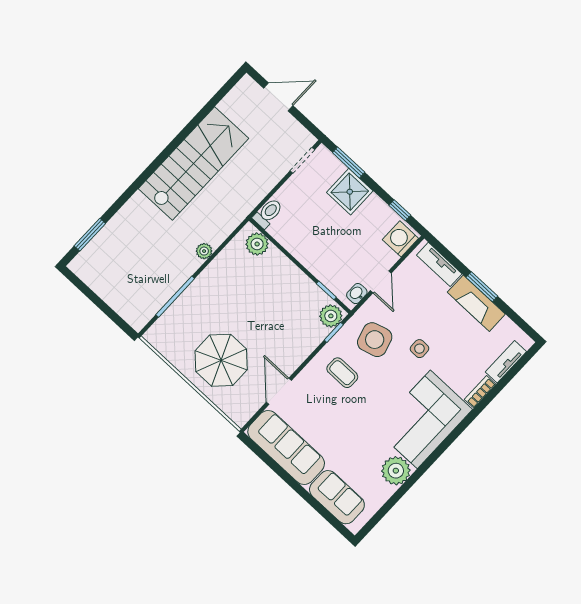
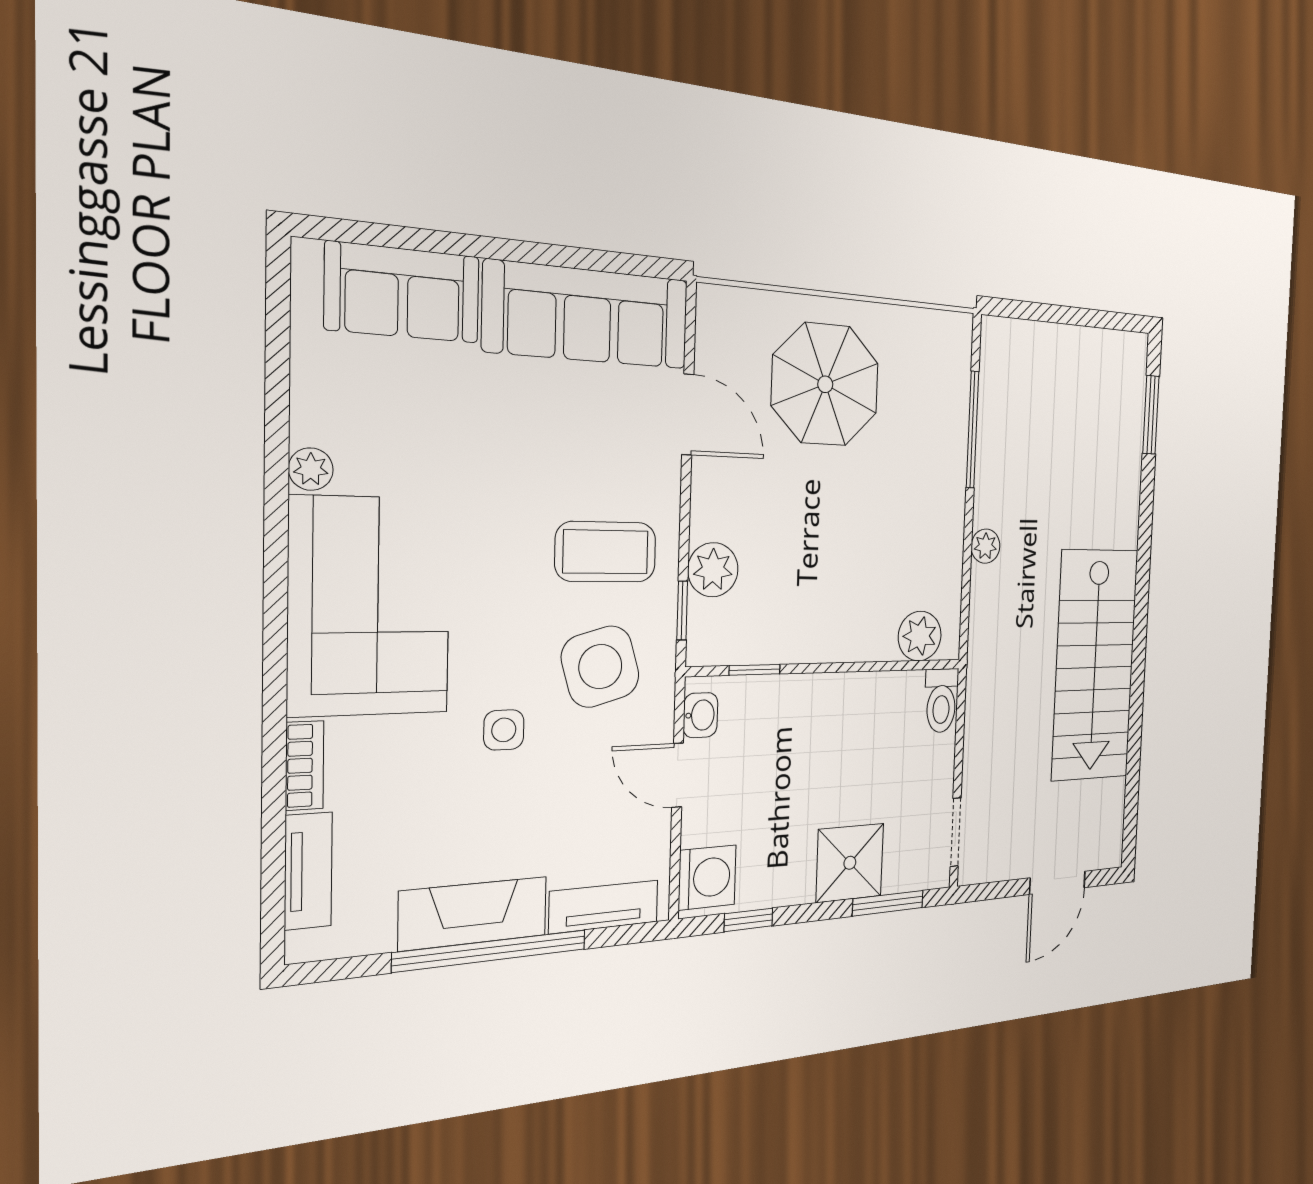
window: (482, 287) -> (491, 951), width x2.11
plant: (331, 316) -> (713, 570), moved
coffee table: (342, 373) -> (606, 552), width x1.36, depth x1.30
plant: (396, 471) -> (311, 469), width x0.53, depth x0.53

